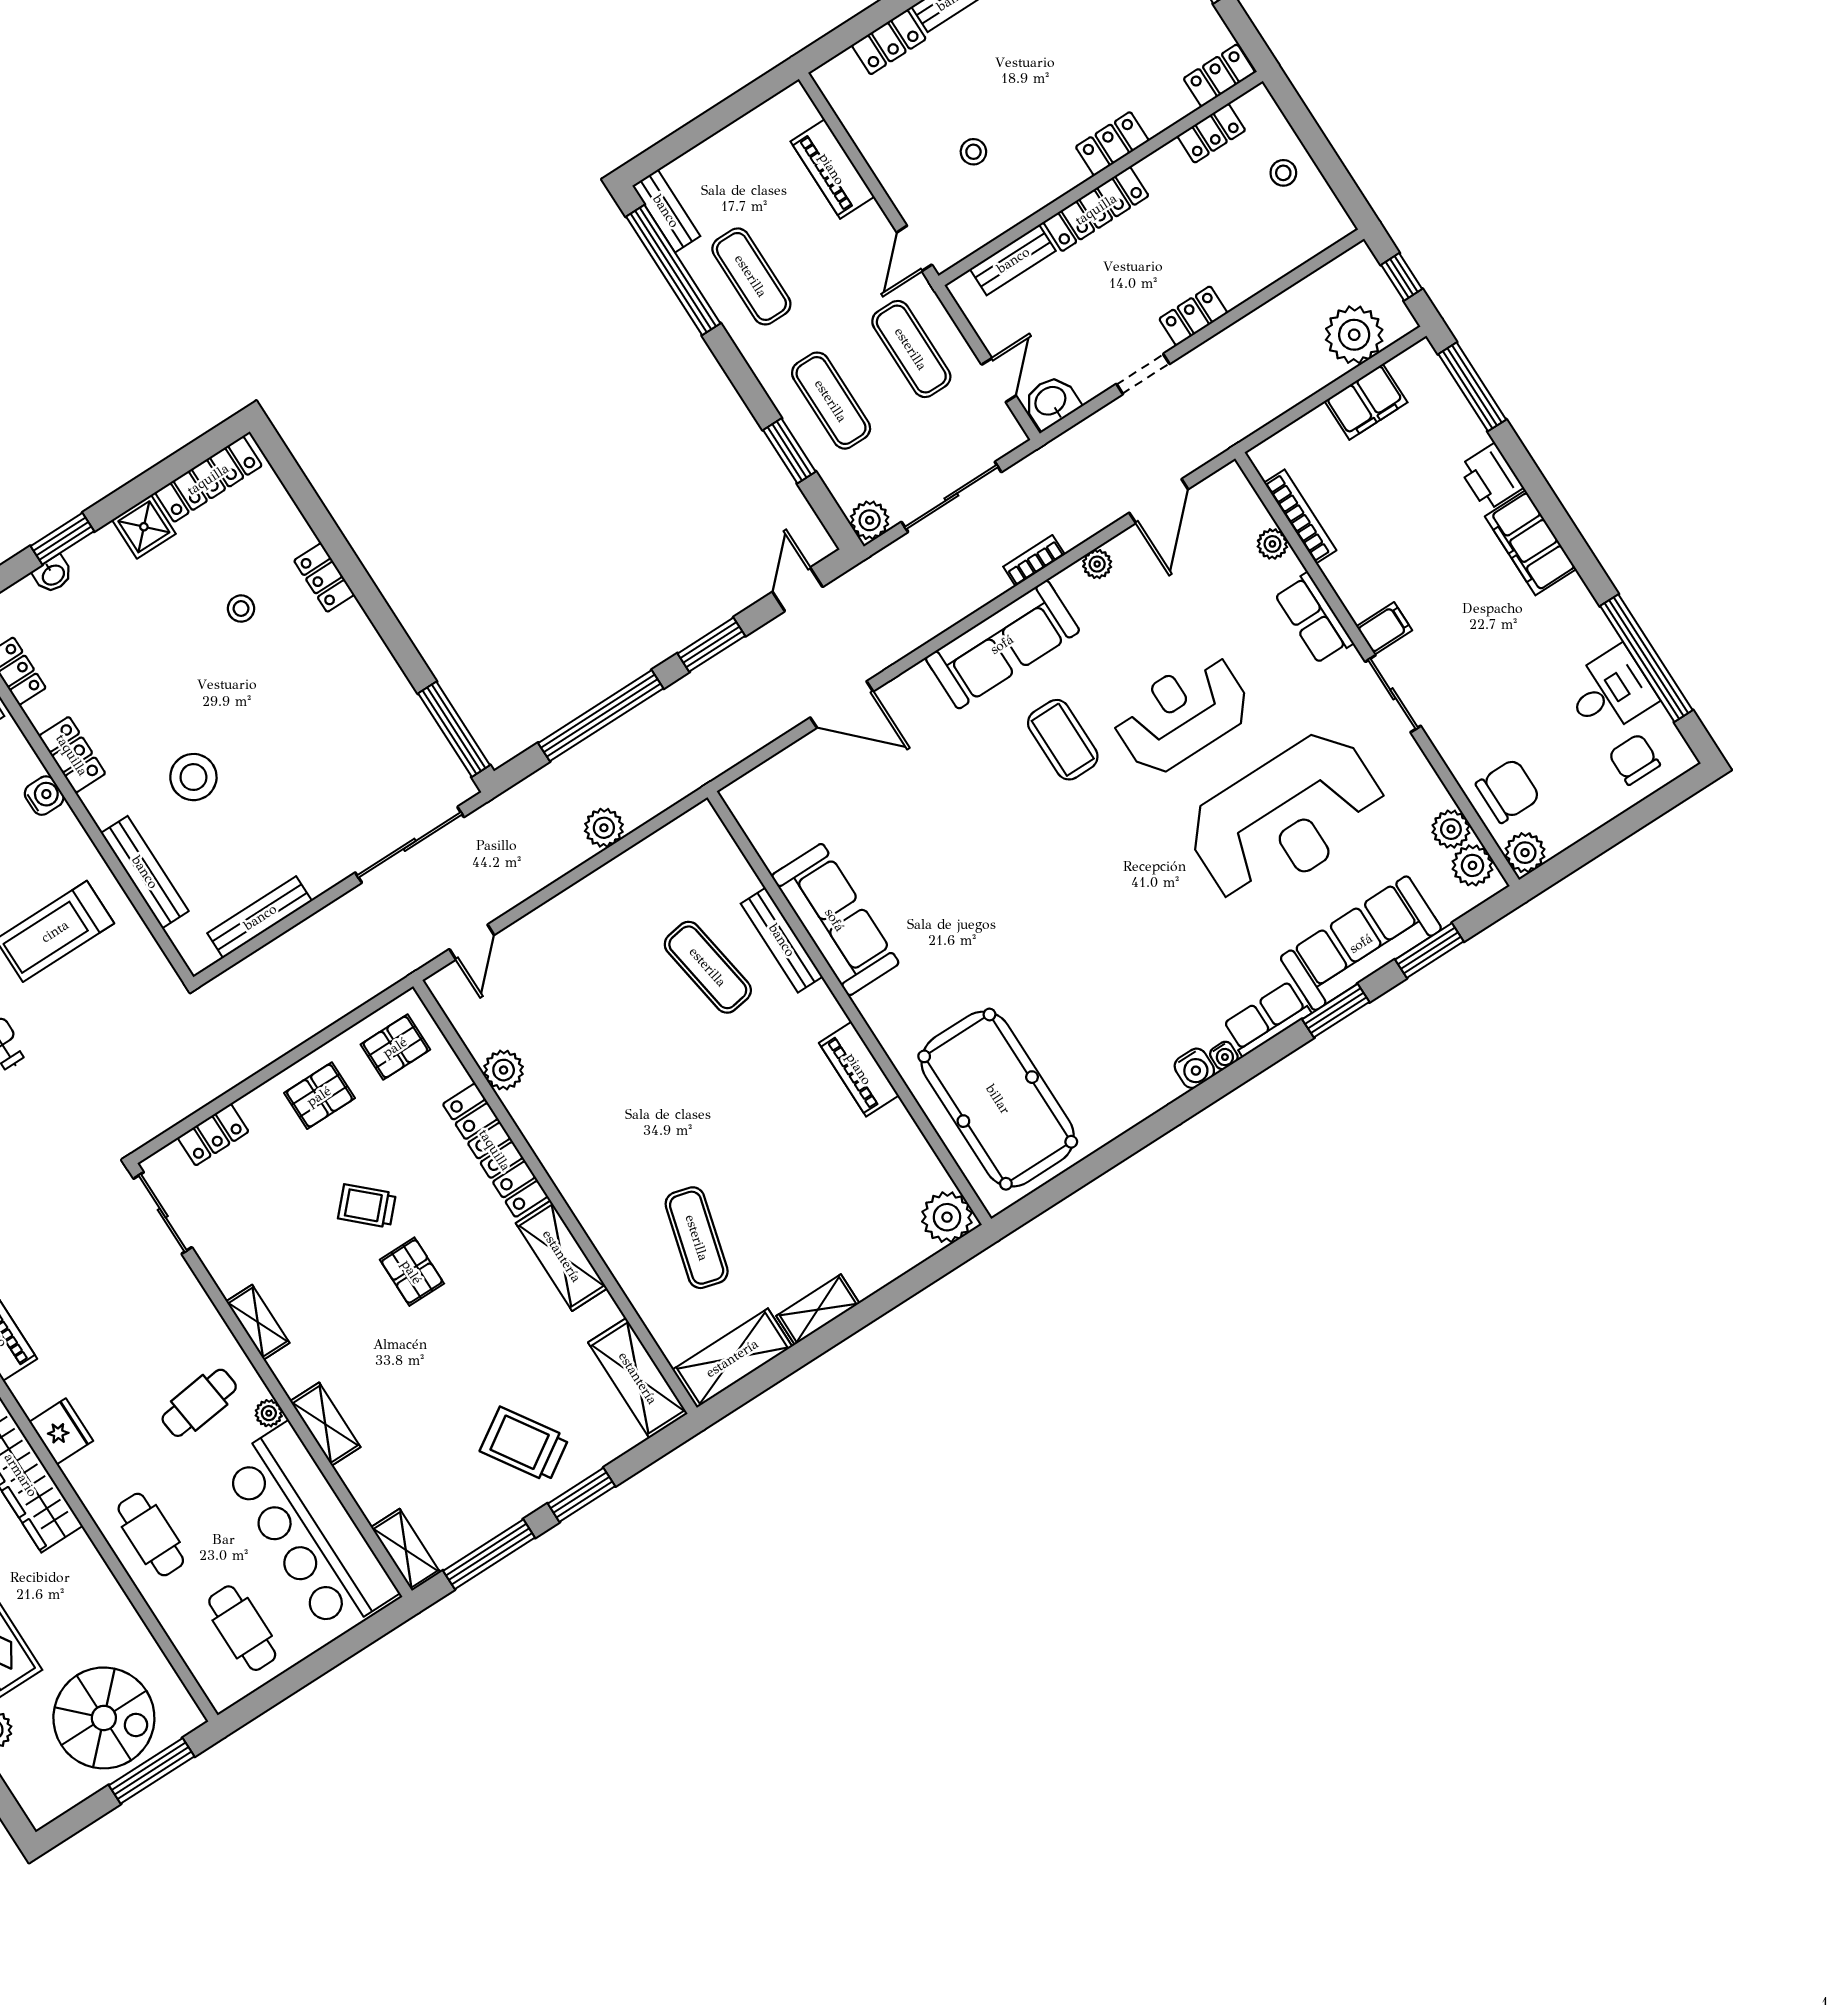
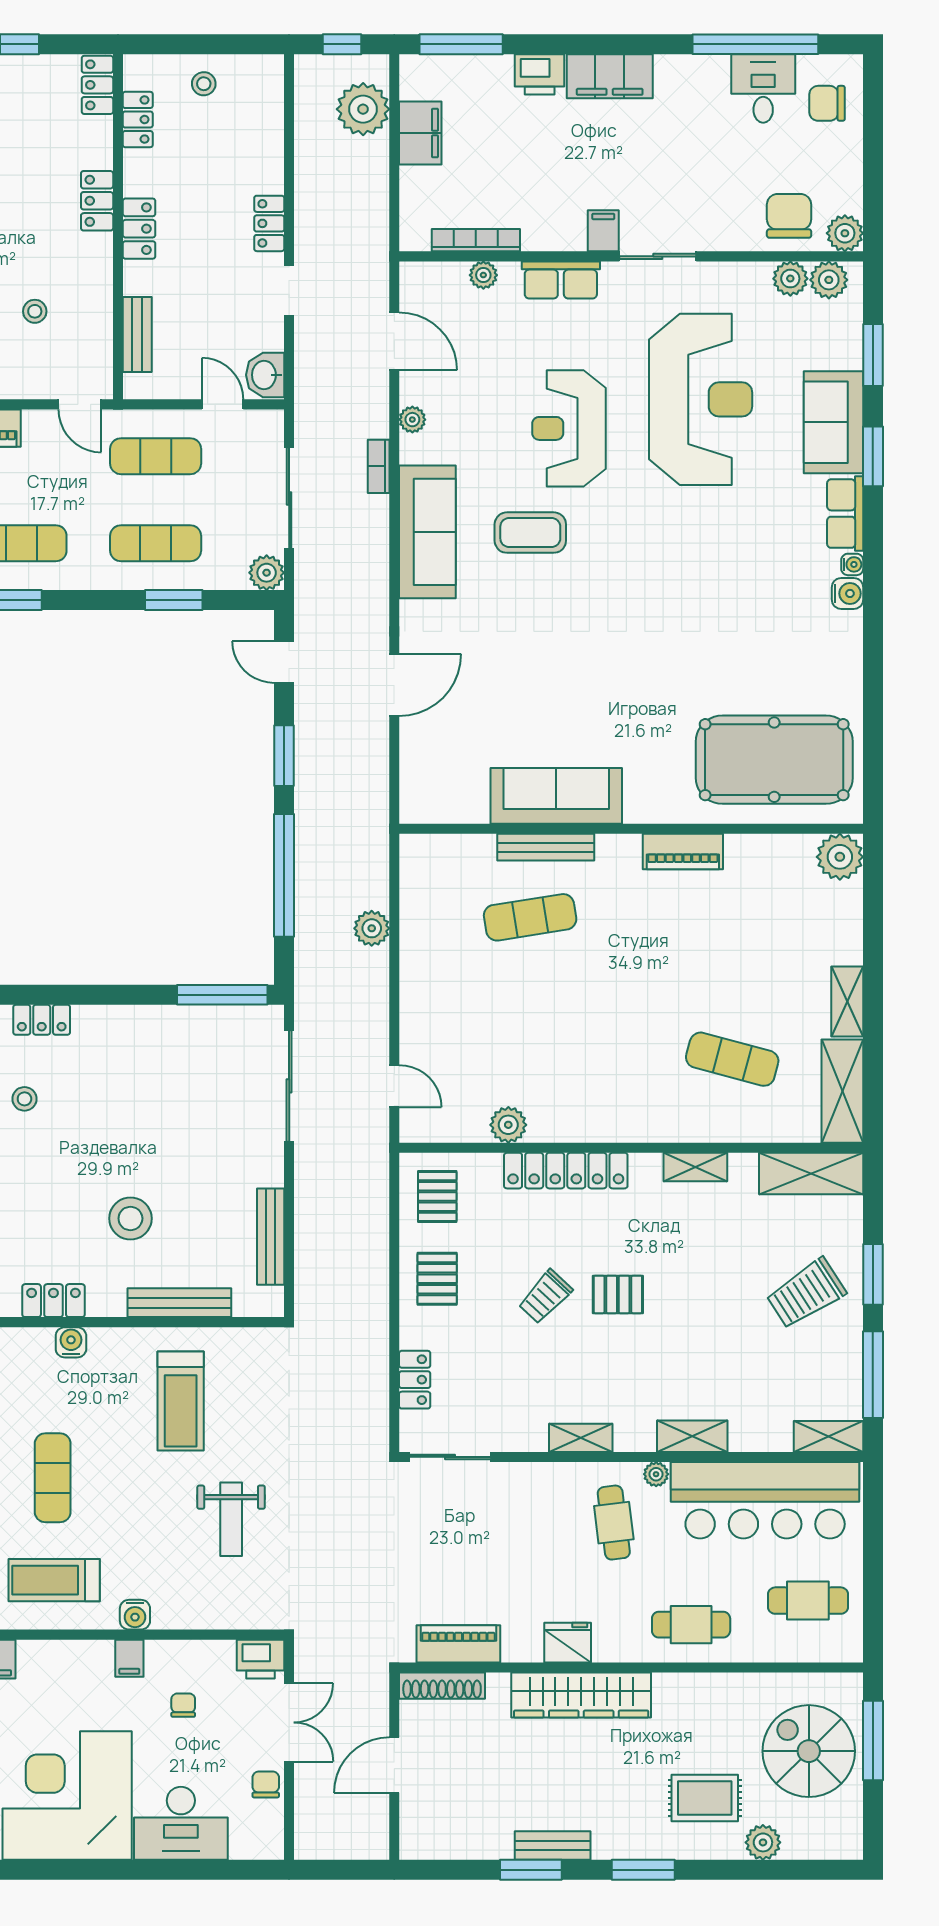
locker: (1096, 209) -> (139, 229), width x0.66
sofa: (1361, 943) -> (833, 422), width x0.73
shelving: (562, 1256) -> (695, 1167), width x0.67, depth x0.75
spiral stairs: (104, 1718) -> (809, 1751), turned -90

